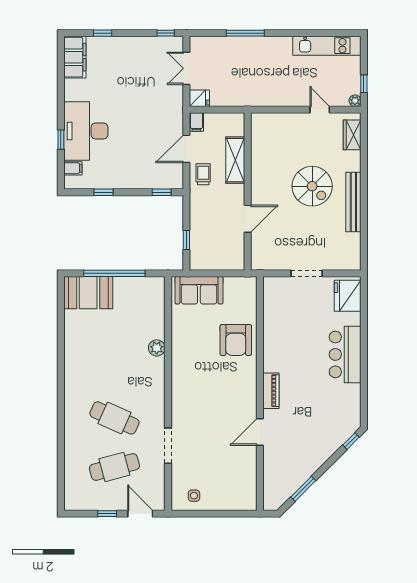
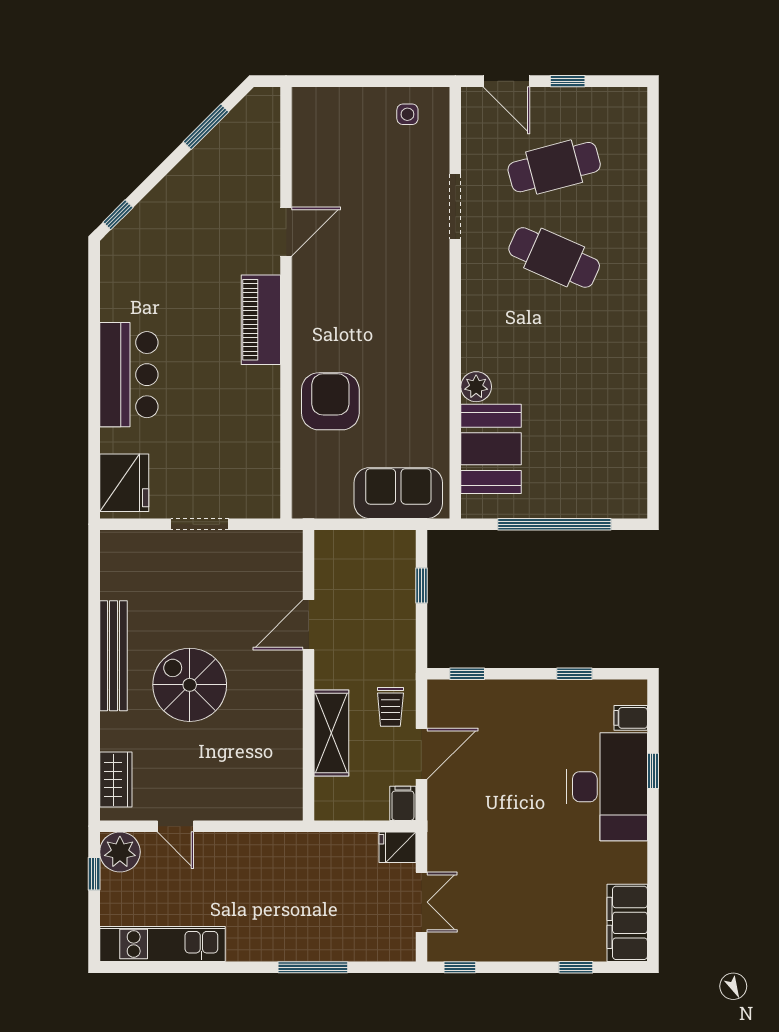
plant: (355, 101) -> (120, 852), width x1.88, depth x1.88
booth: (88, 293) -> (491, 449), moved, turned 90
piano: (271, 391) -> (261, 320), width x1.37, depth x1.33

